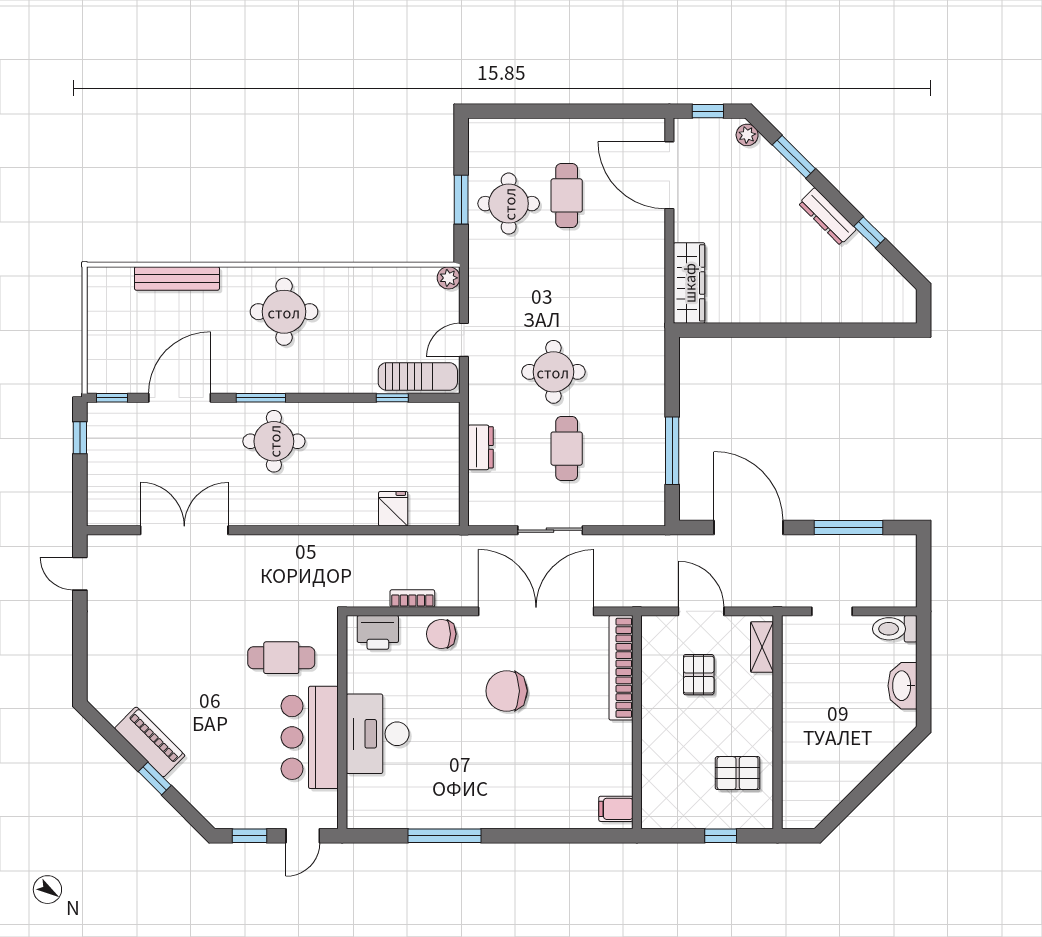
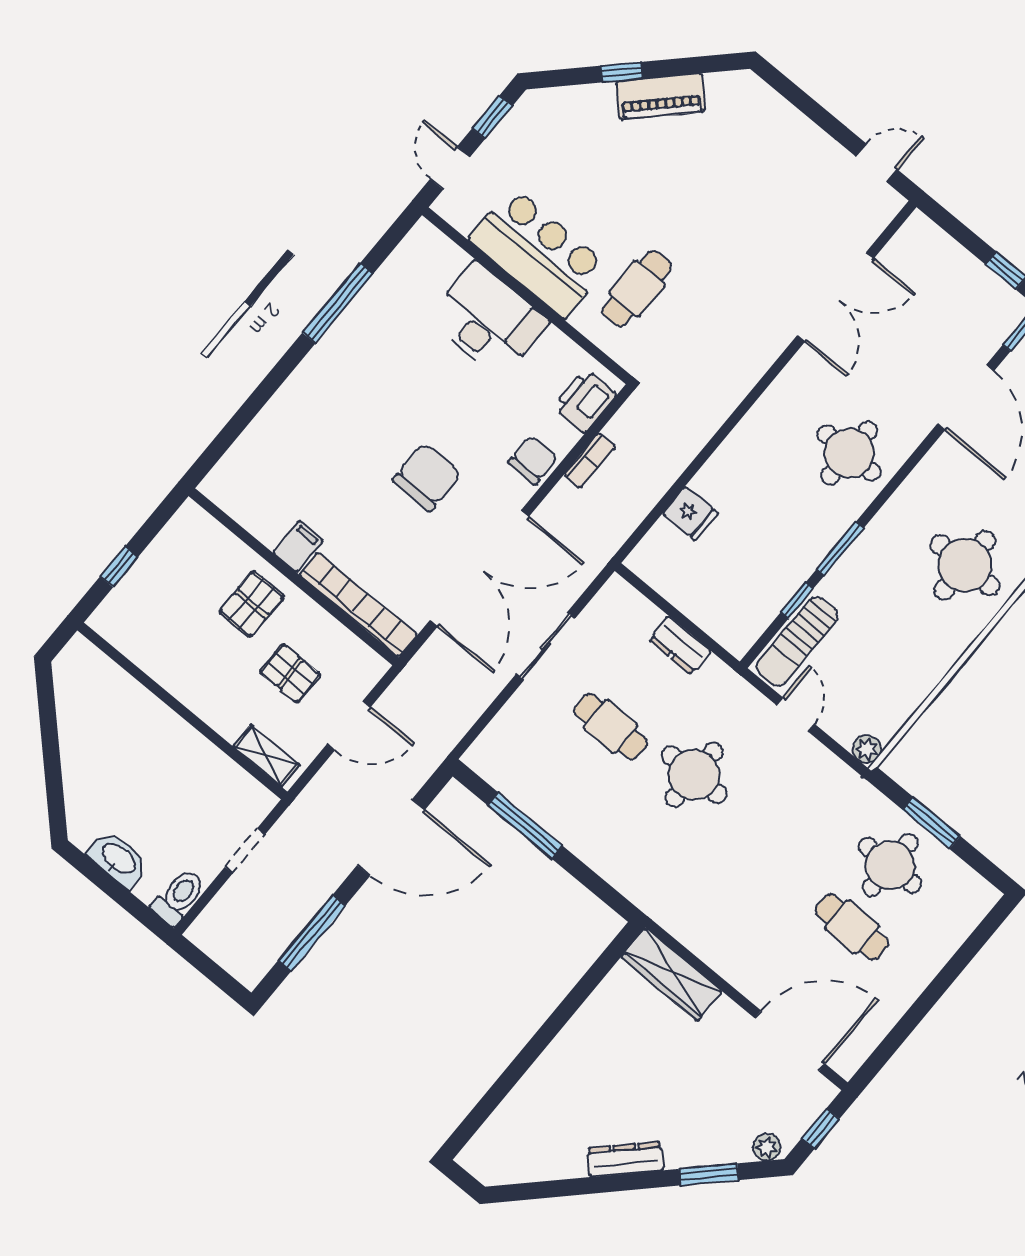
window: (869, 232) -> (577, 1187), removed
window: (261, 398) -> (840, 549), moved
pallet: (738, 773) -> (252, 604), moved
filing cabinet: (616, 809) -> (298, 546), moved

